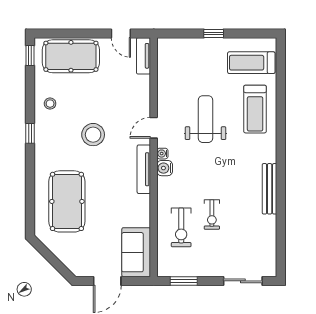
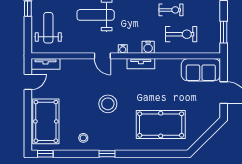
weight bench: (189, 59) -> (48, 28), added
water cooler: (165, 168) -> (148, 47), moved
tv unit: (144, 169) -> (141, 64), width x0.71

